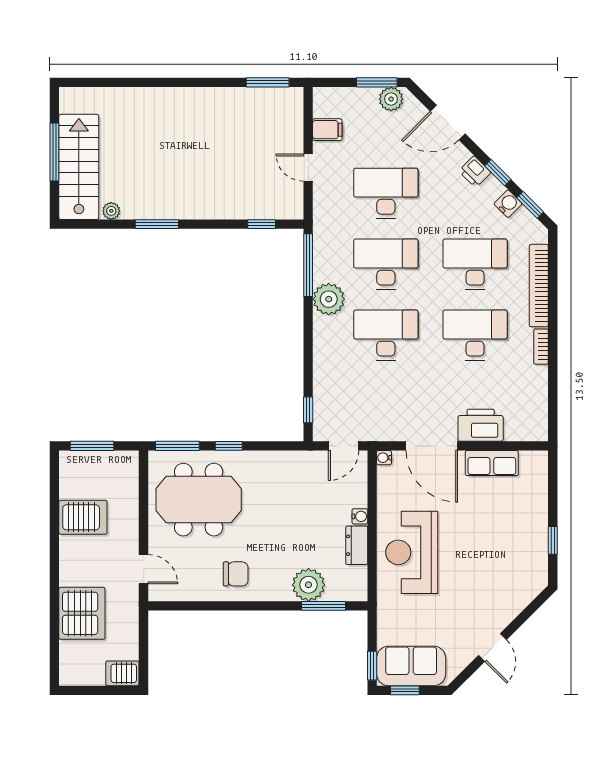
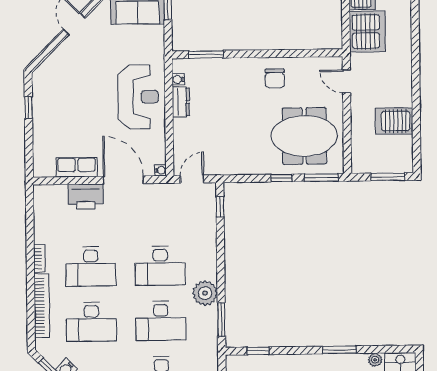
window: (308, 265) -> (221, 319), width x0.69
water cooler: (360, 516) -> (178, 79), moved
chair: (236, 574) -> (275, 78), turned -90
plant: (309, 585) -> (218, 71), removed
server rack: (82, 613) -> (367, 32), moved, turned 180

